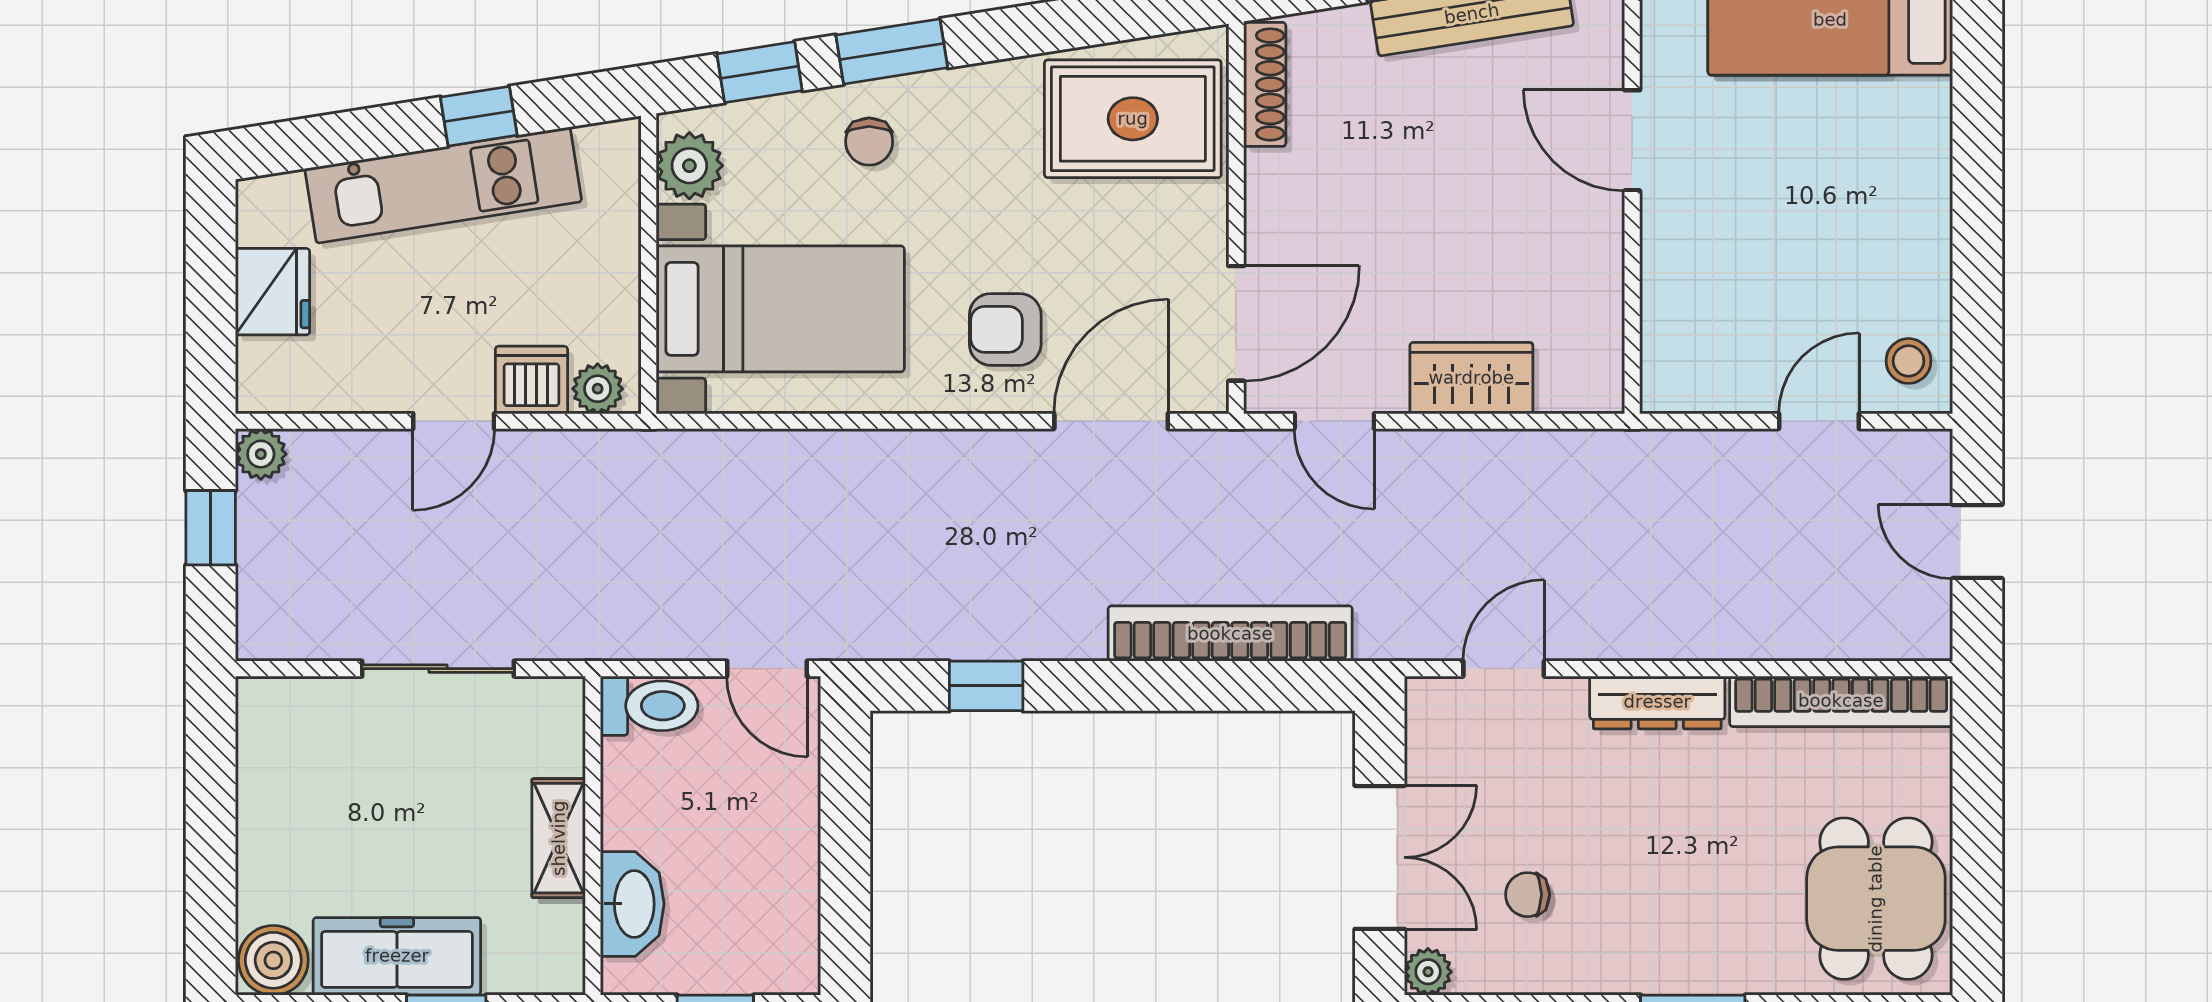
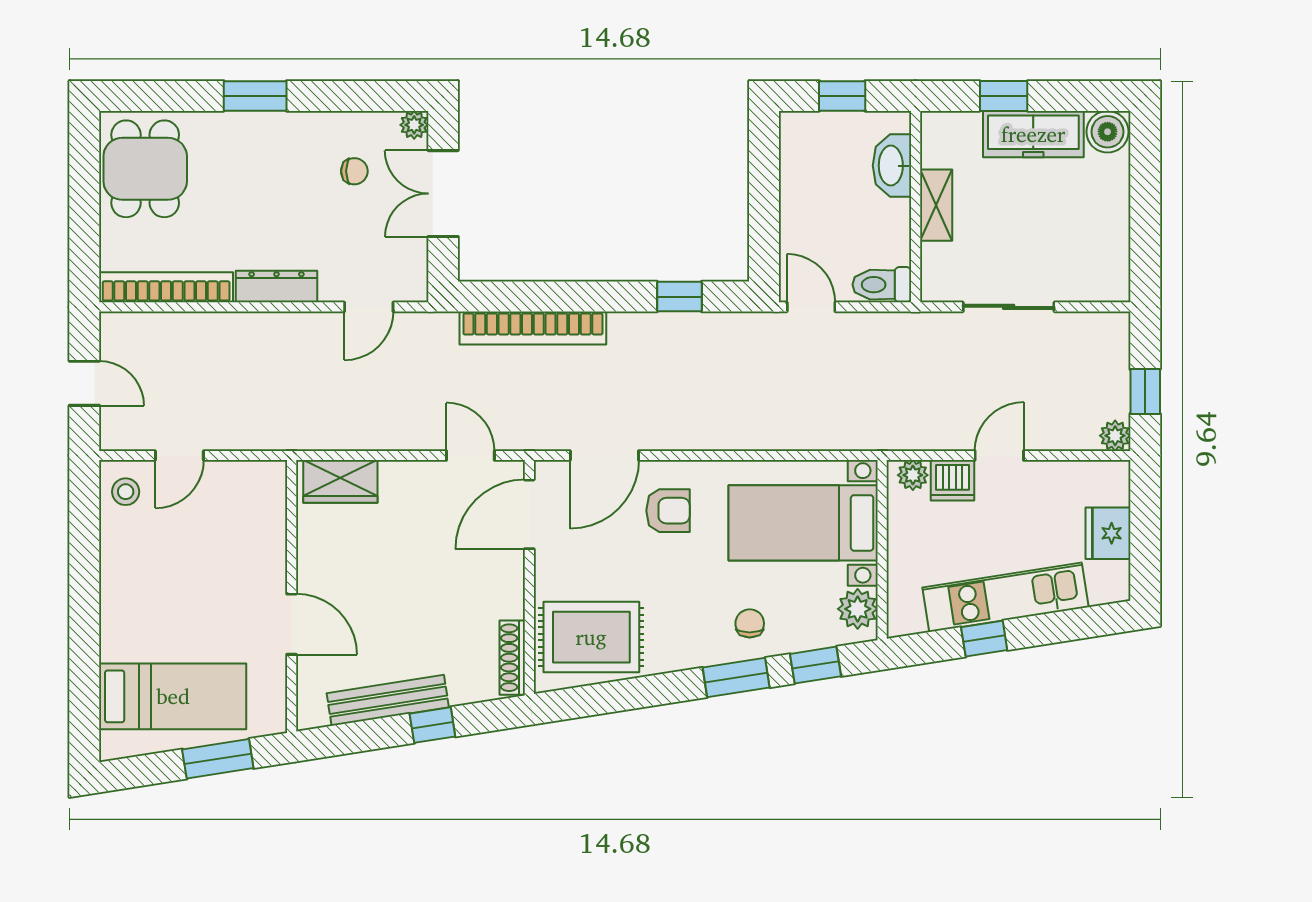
wardrobe: (1471, 378) -> (340, 481), moved

